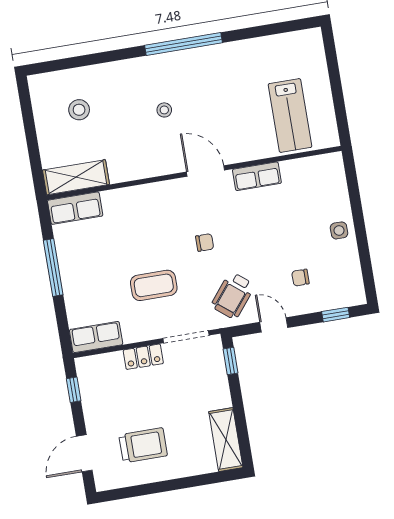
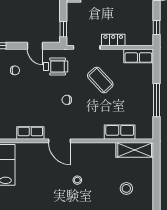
row of seats: (75, 208) -> (120, 132), moved
coffee table: (154, 285) -> (100, 80), turned 47
wheelchair: (233, 296) -> (56, 67), turned 51

